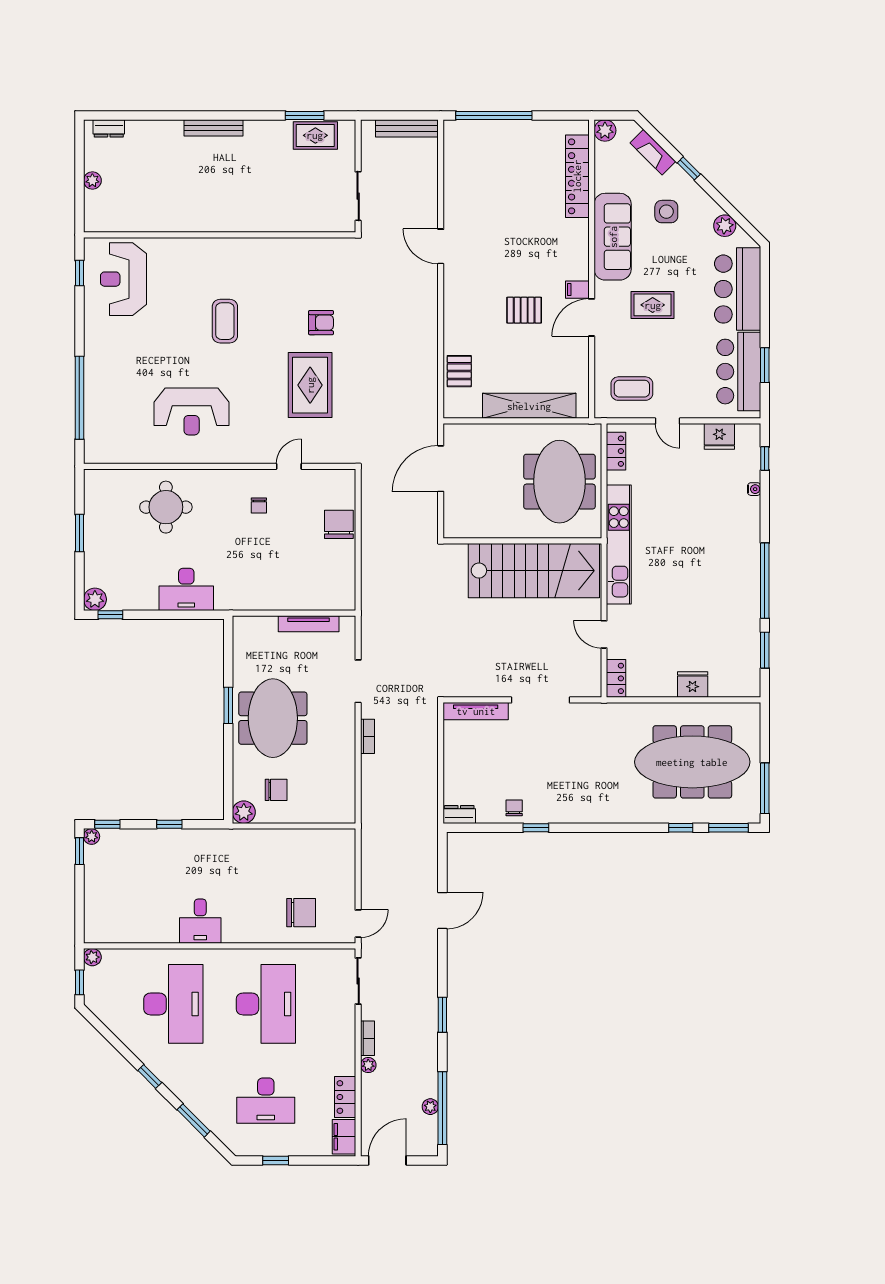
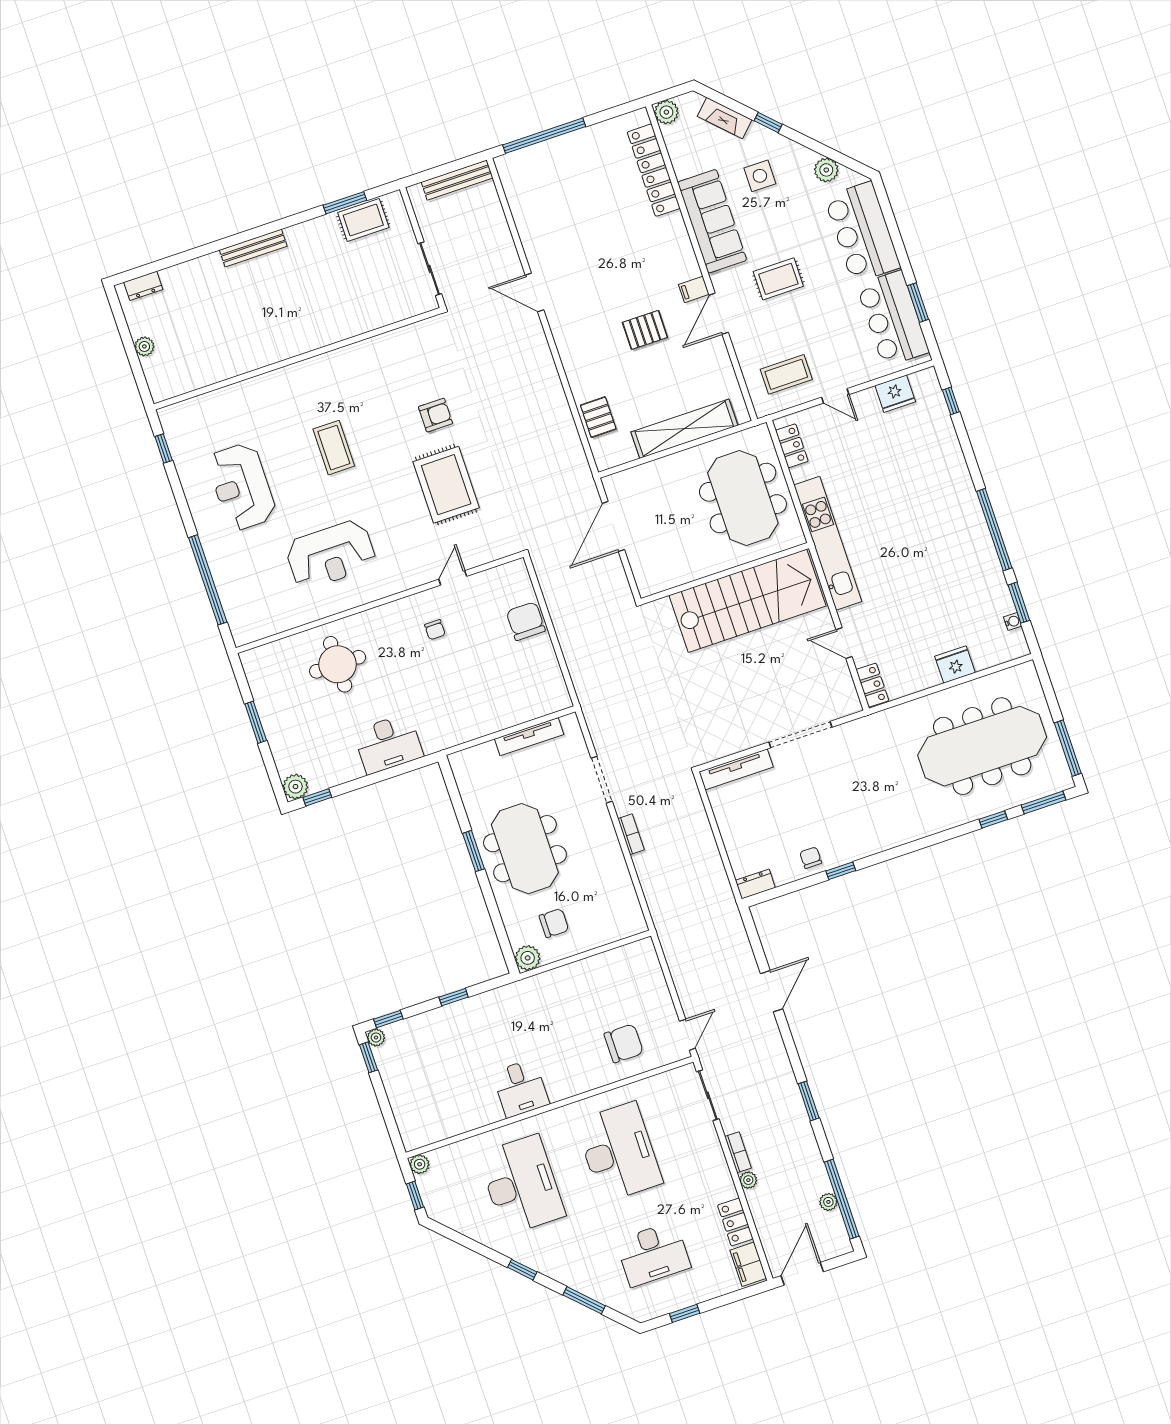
reception desk: (124, 279) -> (242, 487), moved
water cooler: (754, 489) -> (1013, 622), moved

